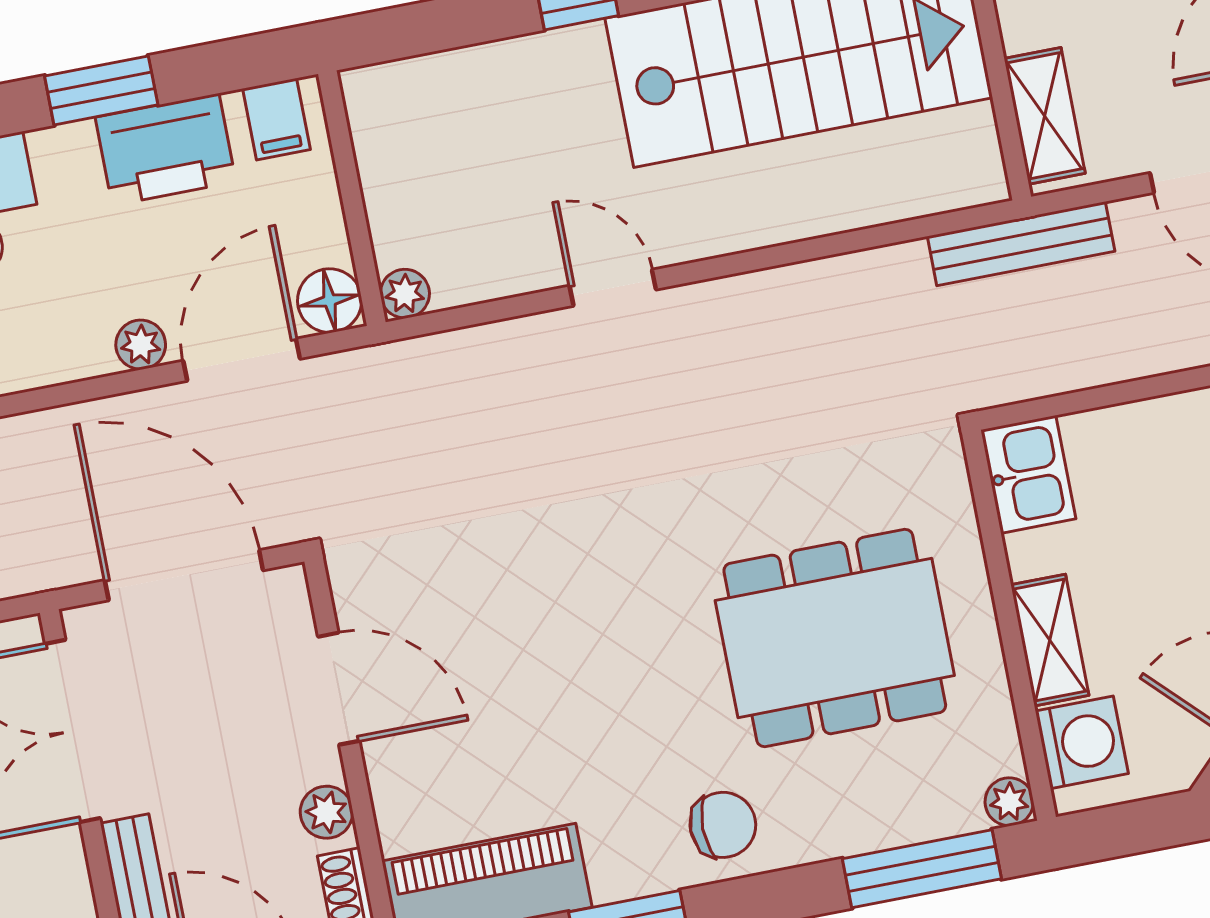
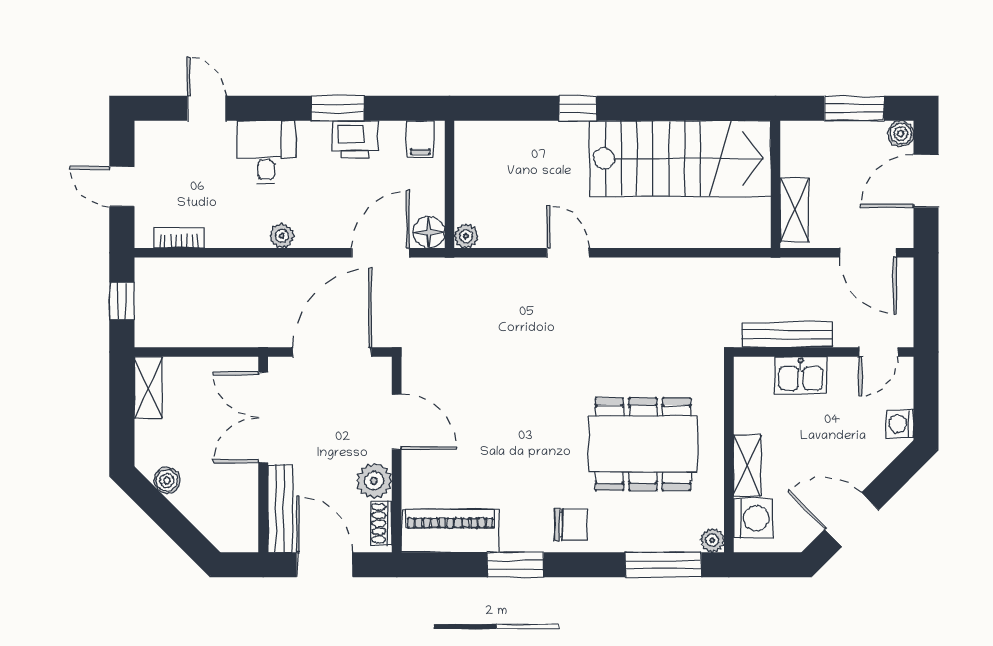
printer: (166, 150) -> (355, 140), width x0.73, depth x0.84
bench: (1021, 244) -> (788, 335), moved
plant: (141, 345) -> (282, 236), moved
kitchen sink: (1028, 474) -> (801, 376), moved, turned 90
door: (184, 575) -> (332, 352), hinge flipped
plant: (326, 812) -> (374, 481), width x1.38, depth x1.38

